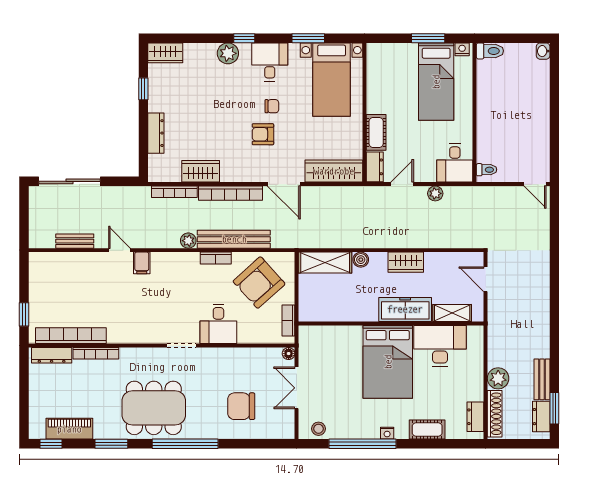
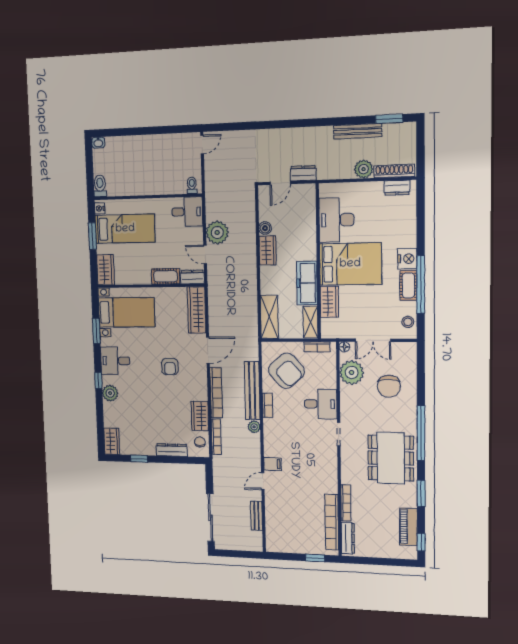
wardrobe: (385, 54) -> (106, 270), added
chair: (272, 106) -> (200, 442), moved
plant: (435, 193) -> (217, 233), width x1.88, depth x1.88
boiler: (361, 260) -> (265, 228), moved
freezer: (405, 309) -> (307, 283), moved
shelving: (452, 313) -> (310, 322), moved
wardrobe: (343, 336) -> (329, 302), added
plant: (257, 362) -> (352, 373), added
bench: (542, 379) -> (358, 131), width x1.36
dresser: (541, 417) -> (303, 173), moved, turned 180
cot: (427, 430) -> (408, 285), moved
nightstand: (387, 433) -> (407, 259), width x1.89, depth x1.79

